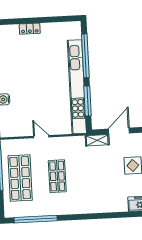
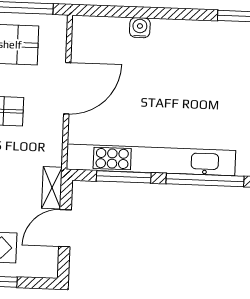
door: (119, 131) -> (65, 228), swing flipped
door: (41, 137) -> (67, 88), width x1.88

